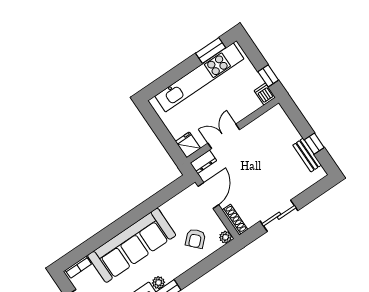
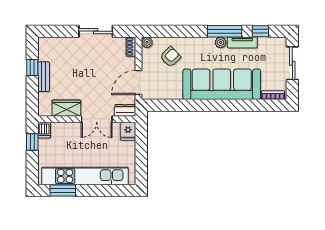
wardrobe: (258, 128) -> (66, 108), added
bench: (307, 155) -> (44, 77), moved
shoe rack: (235, 220) -> (131, 47), width x0.70

